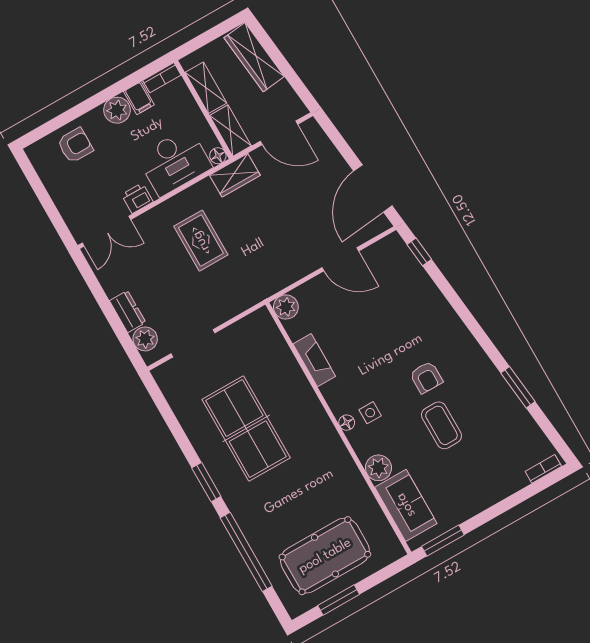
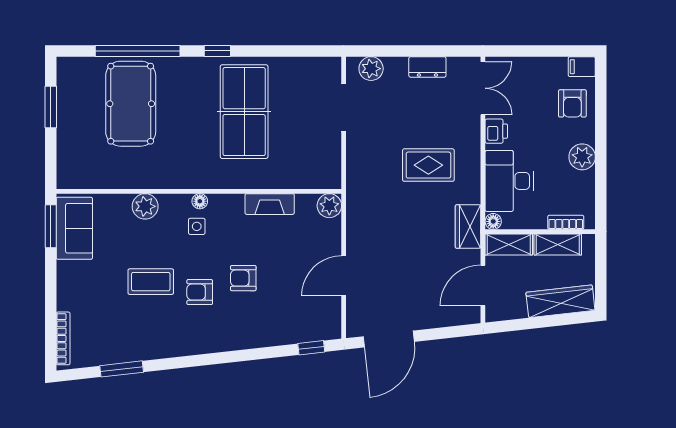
bookcase: (162, 78) -> (566, 222), moved, turned 90
filing cabinet: (139, 98) -> (582, 67), moved
door: (373, 188) -> (389, 339), swing flipped
double door: (106, 231) -> (483, 88), swing flipped
dresser: (128, 312) -> (427, 67), moved
armchair: (392, 346) -> (243, 278), added
window: (518, 387) -> (122, 369), moved
table tennis table: (246, 429) -> (244, 112), turned 90
bookcase: (543, 469) -> (63, 338), width x1.56
window: (206, 482) -> (217, 51), width x0.67
sofa: (406, 505) -> (74, 228), moved, turned -90
pool table: (325, 556) -> (131, 104), moved

